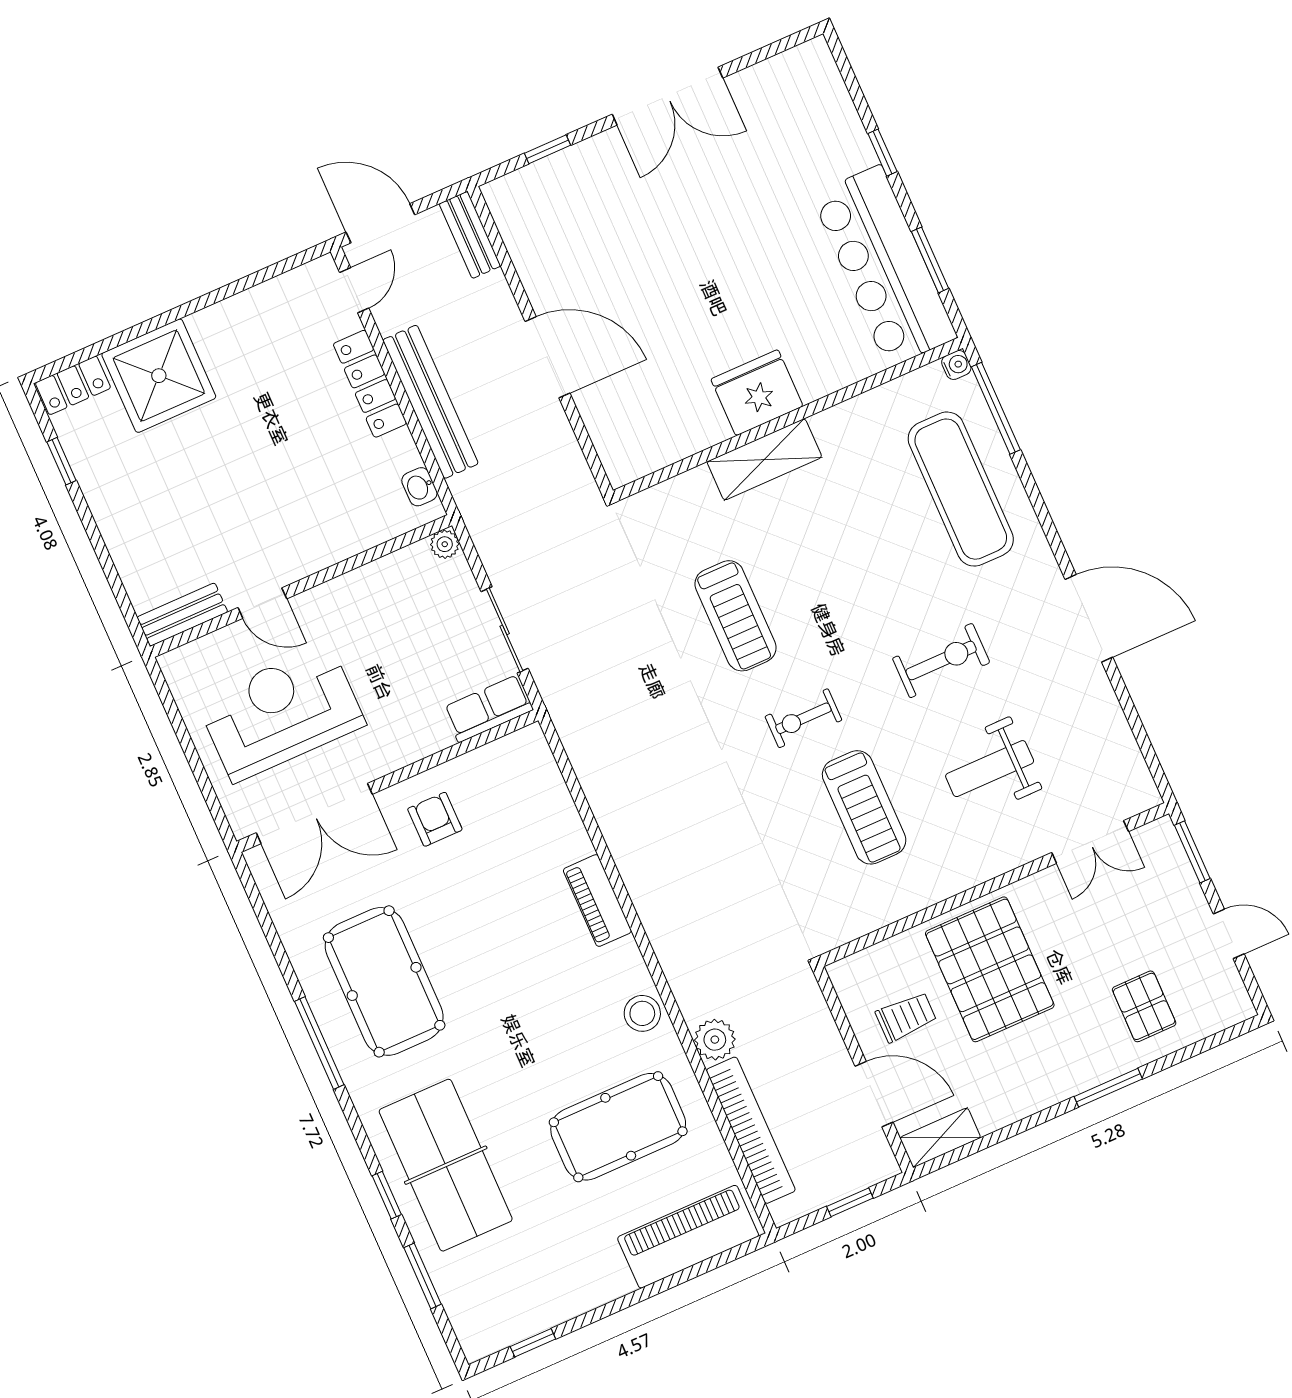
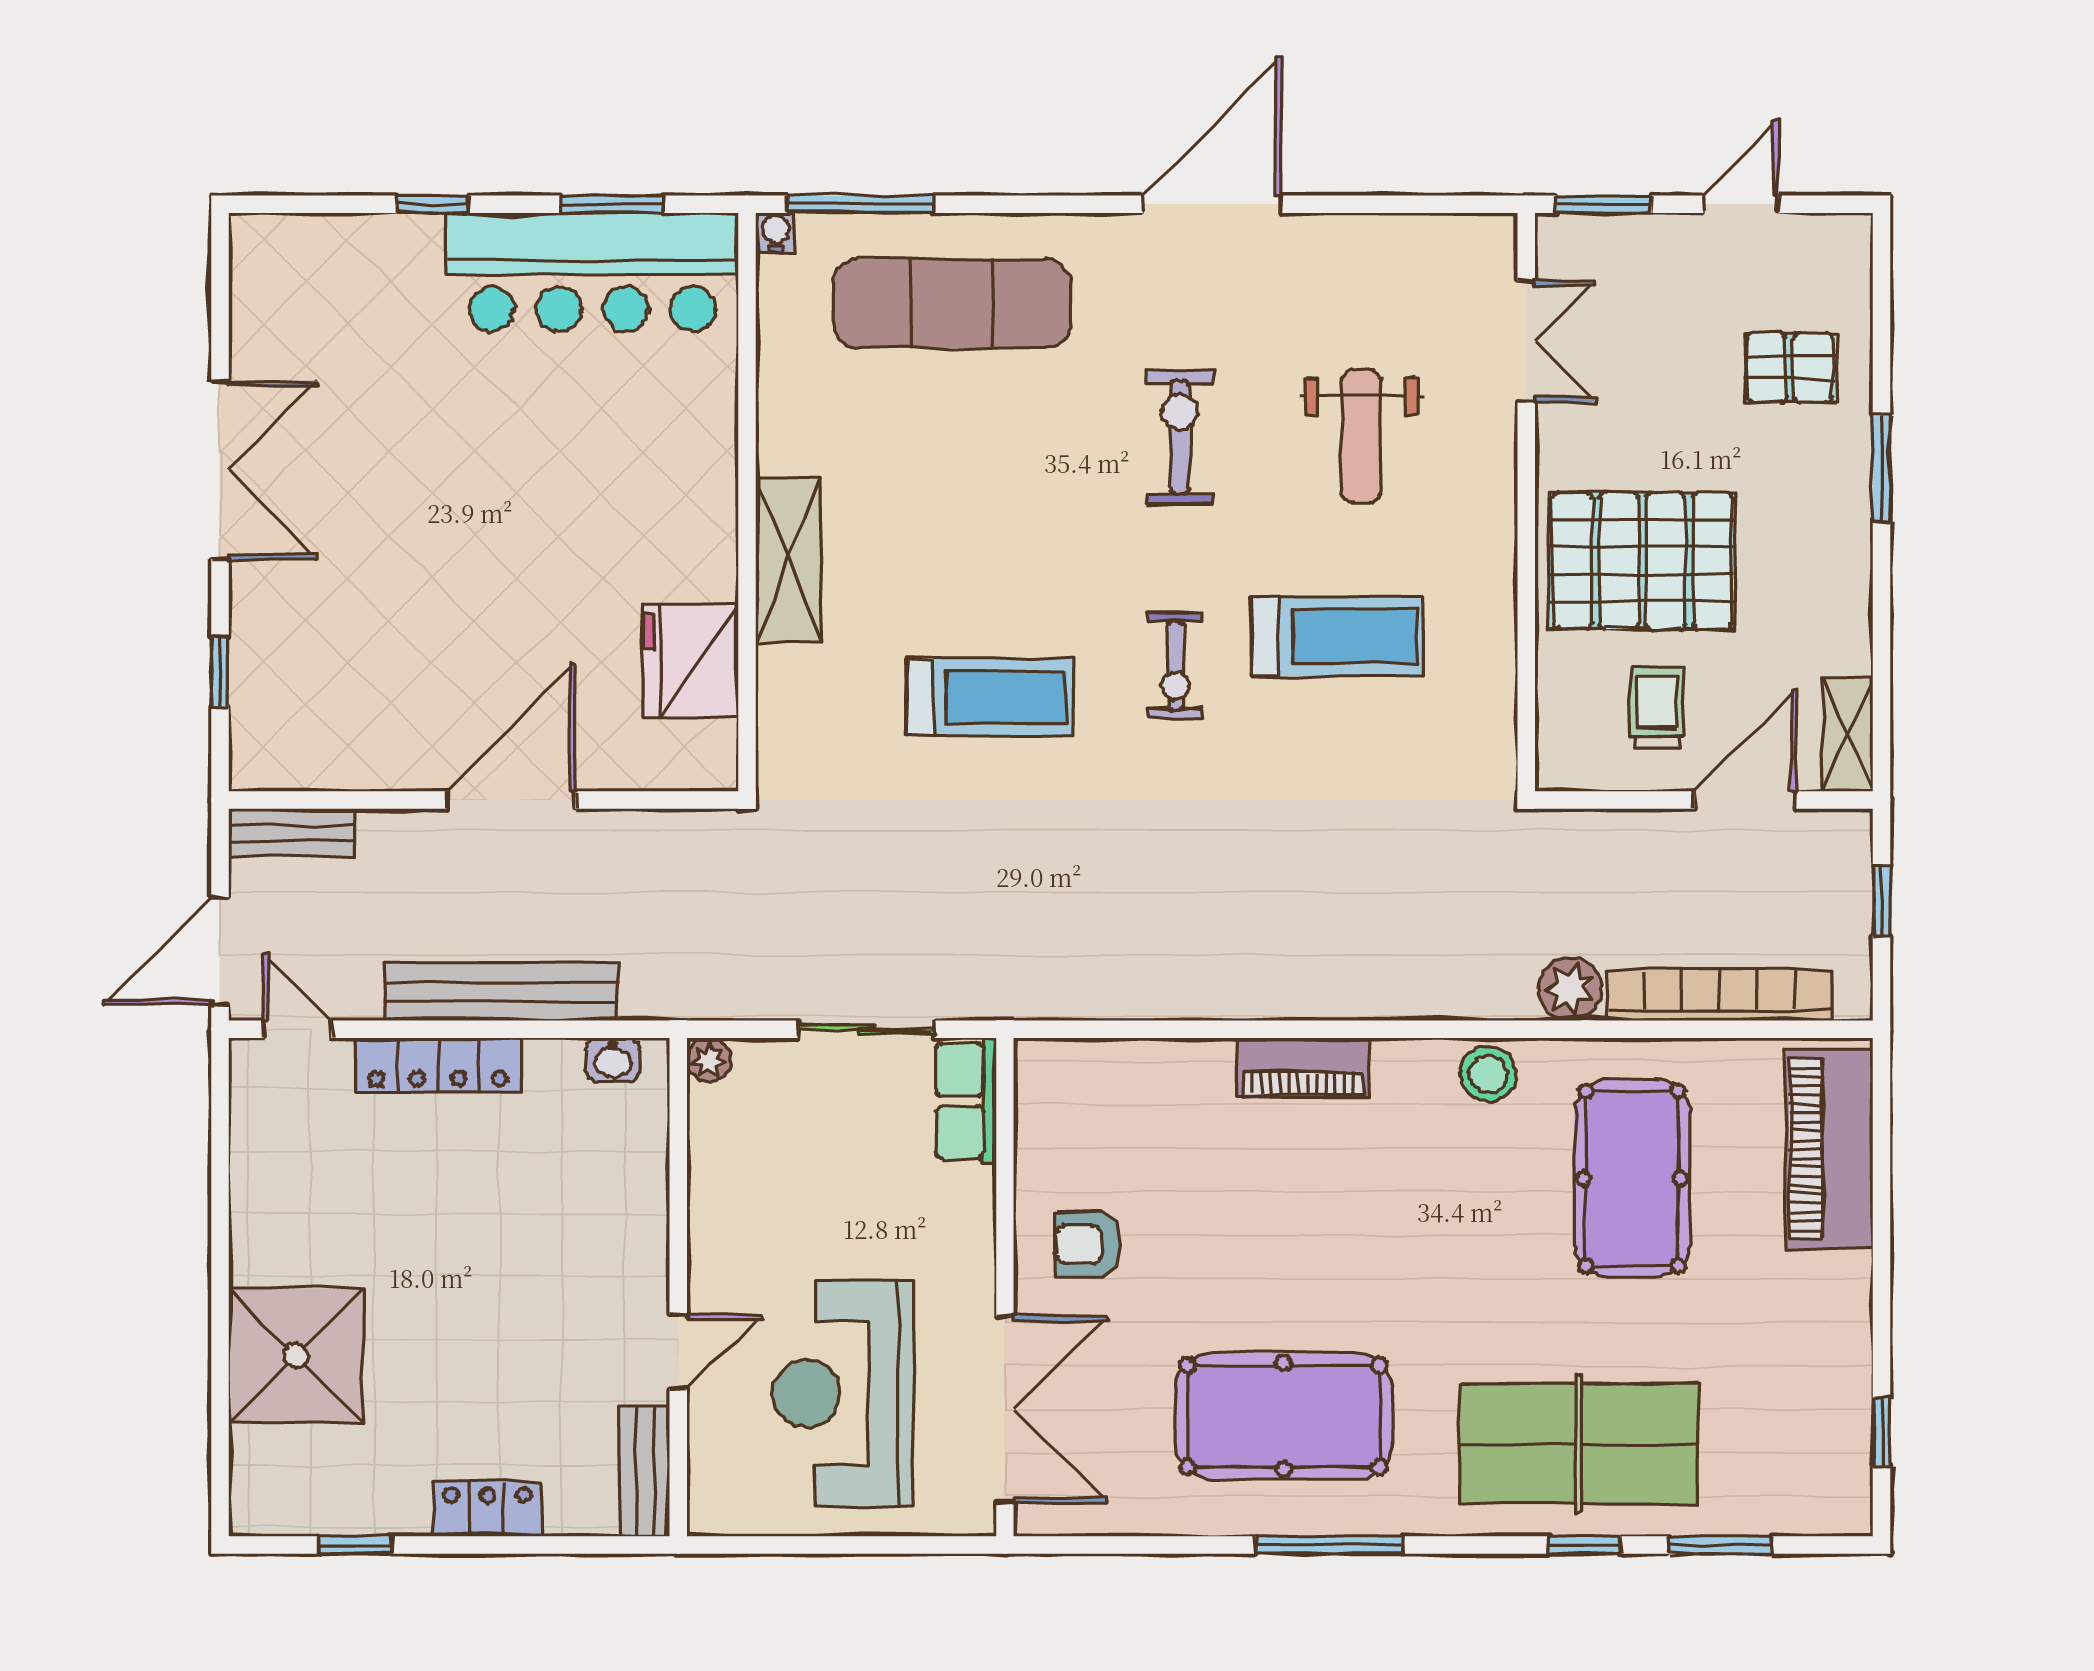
locker: (73, 385) -> (487, 1509), moved, turned -90
fridge: (757, 393) -> (691, 661), moved

